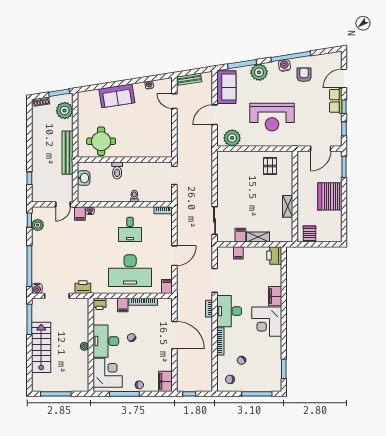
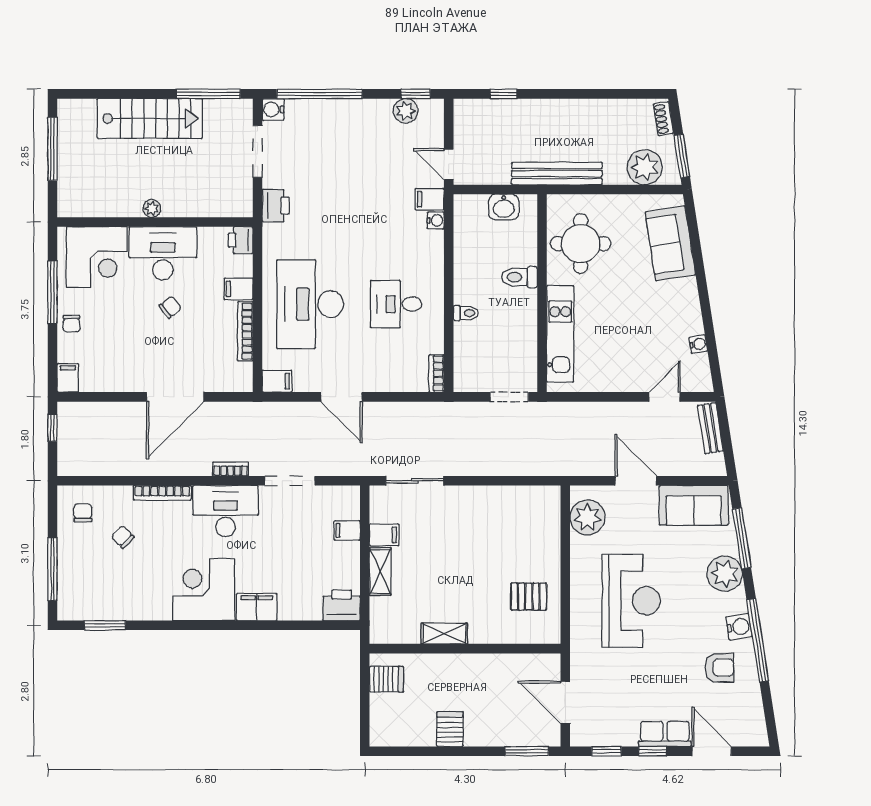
sofa: (117, 96) -> (670, 243), moved
reception desk: (272, 117) -> (631, 601), turned 180
kitchen unit: (144, 151) -> (560, 334), added
server rack: (330, 196) -> (450, 729), width x0.46, depth x0.70
filing cabinet: (165, 381) -> (68, 378), width x0.50

